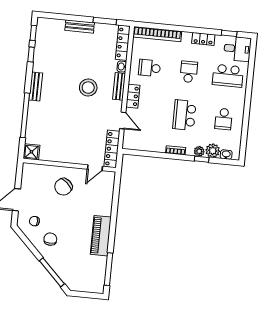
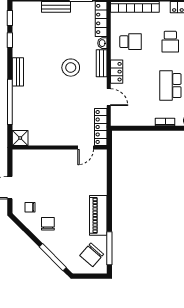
school desk: (150, 68) -> (131, 42), turned 180
school desk: (189, 72) -> (170, 42), turned 180
chair: (63, 187) -> (92, 255), moved

